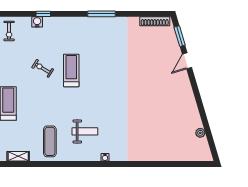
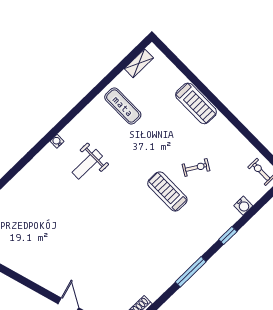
window: (43, 14) -> (228, 235), moved
treadmill: (71, 70) -> (167, 191), turned 180
weight bench: (85, 131) -> (87, 164), moved

